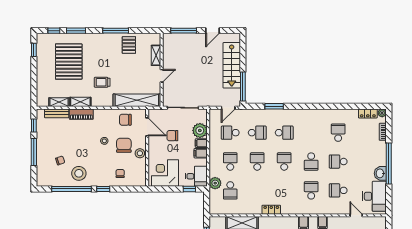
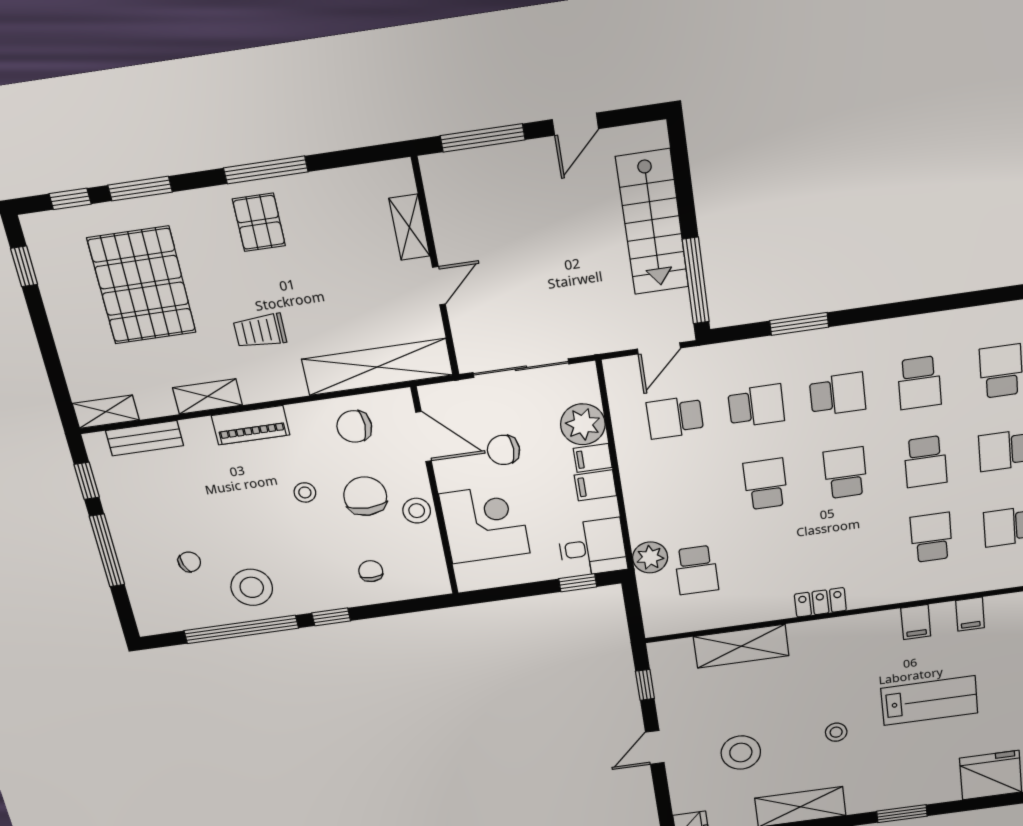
pallet: (129, 45) -> (259, 222), moved
shelving: (59, 102) -> (106, 412), moved
piano: (81, 114) -> (251, 425), moved
school desk: (230, 162) -> (919, 383), moved, turned 180
corner desk: (165, 173) -> (485, 524), moved, turned 90

